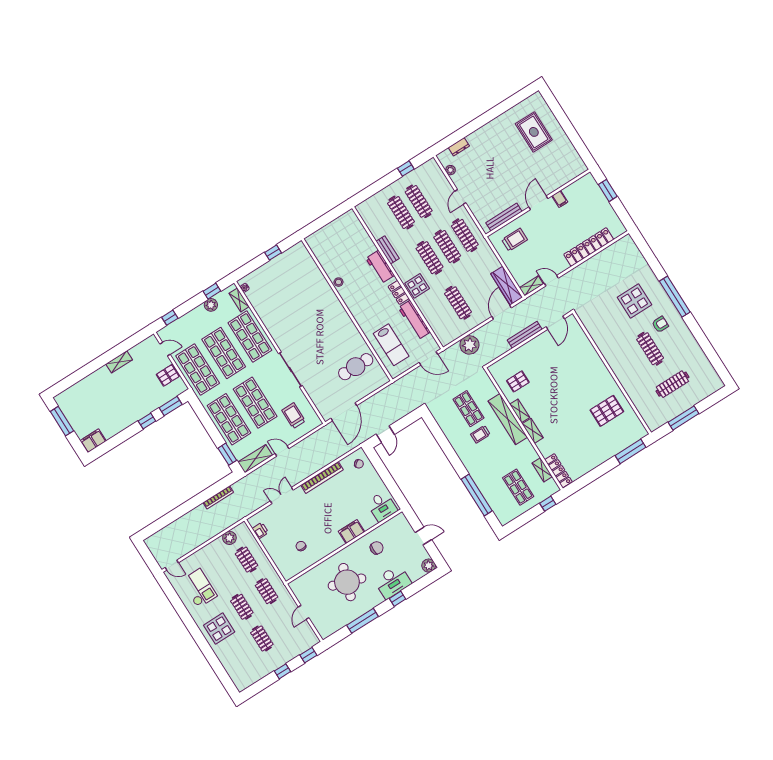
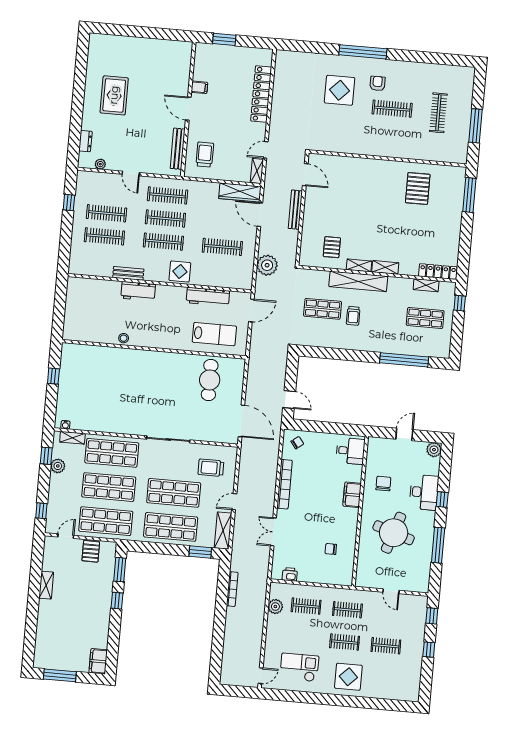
rug: (534, 132) -> (114, 95), moved, turned 90
locker: (399, 292) -> (173, 292), removed

